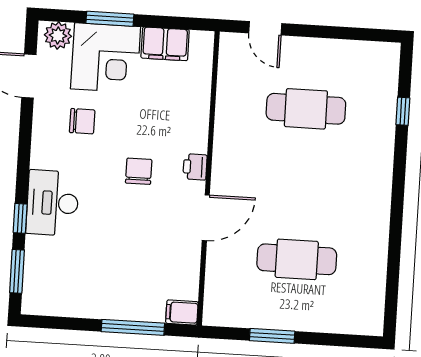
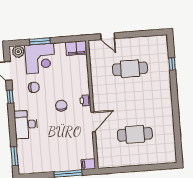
filing cabinet: (165, 44) -> (76, 48), moved
window: (20, 218) -> (10, 97), moved
window: (272, 336) -> (129, 169), removed

